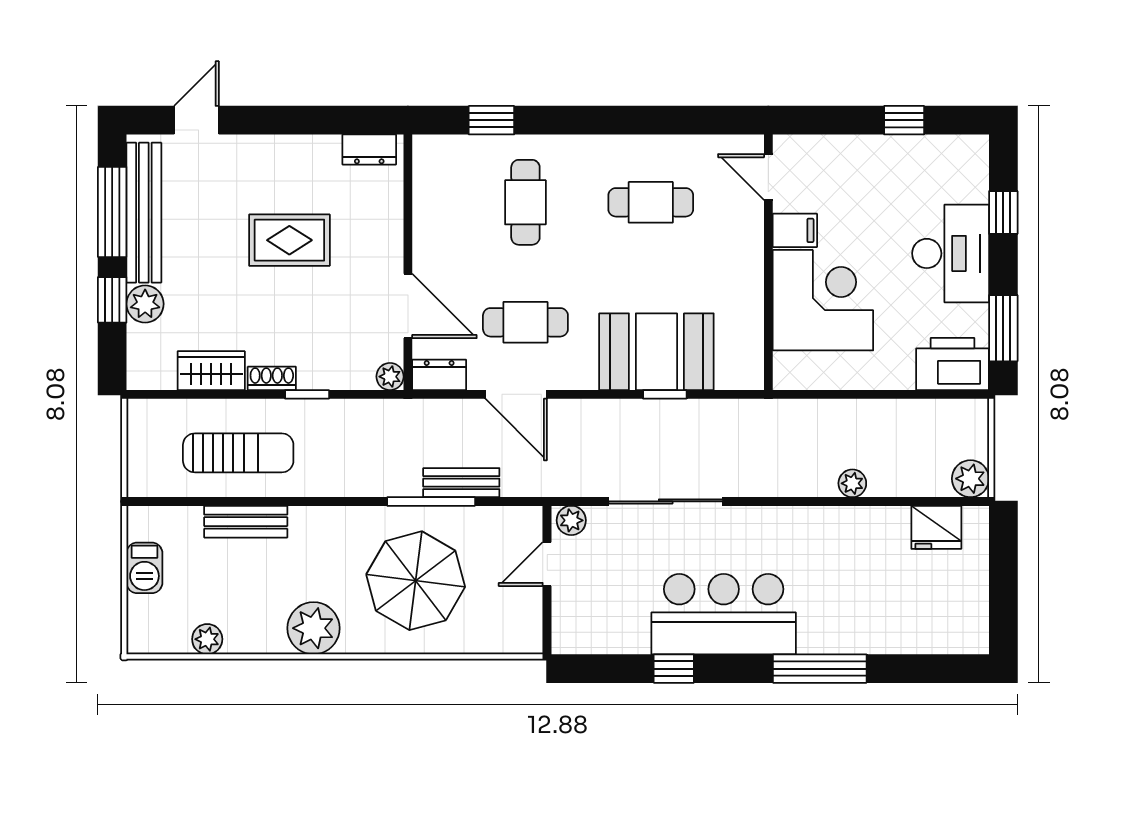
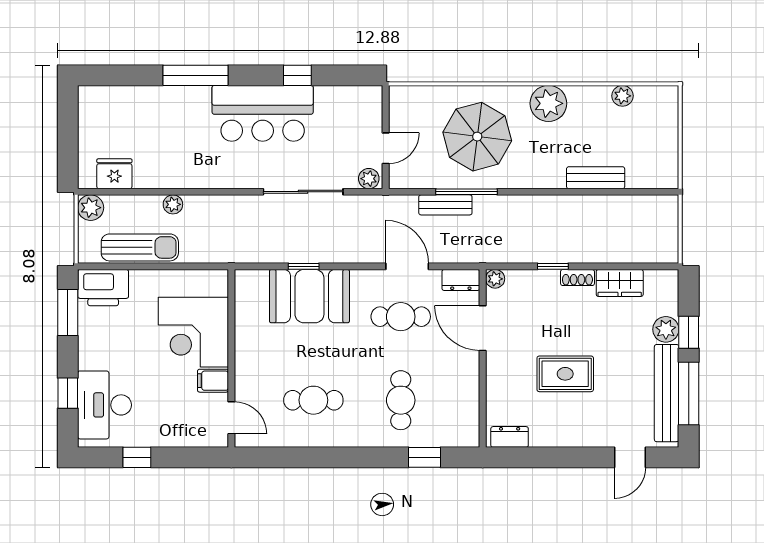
desk: (951, 253) -> (104, 405), moved
sun lounger: (238, 453) -> (140, 247), moved, turned 180
barbecue: (144, 568) -> (666, 145), removed

